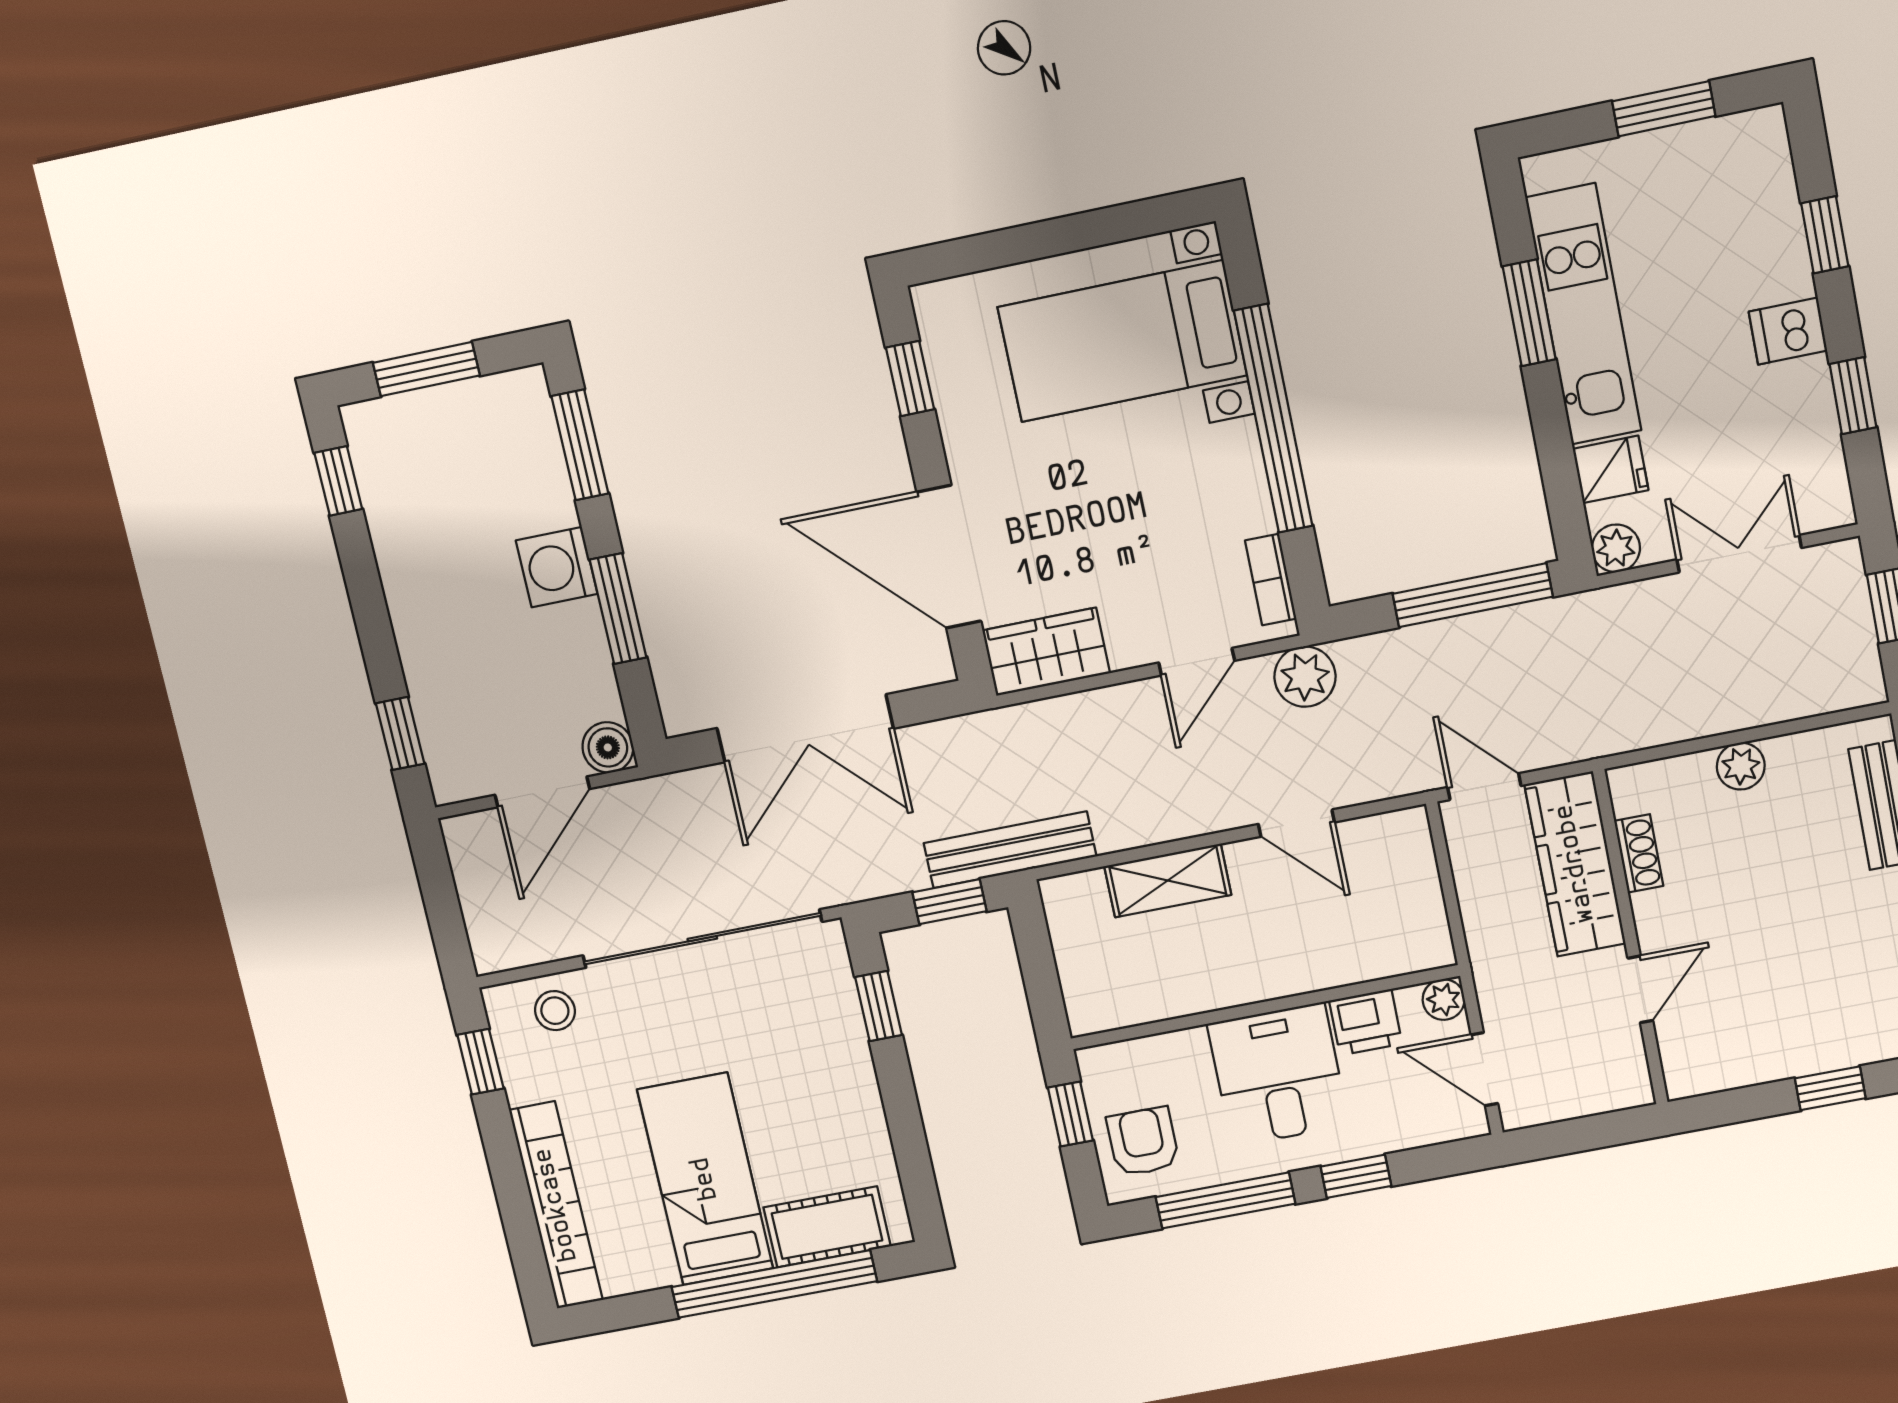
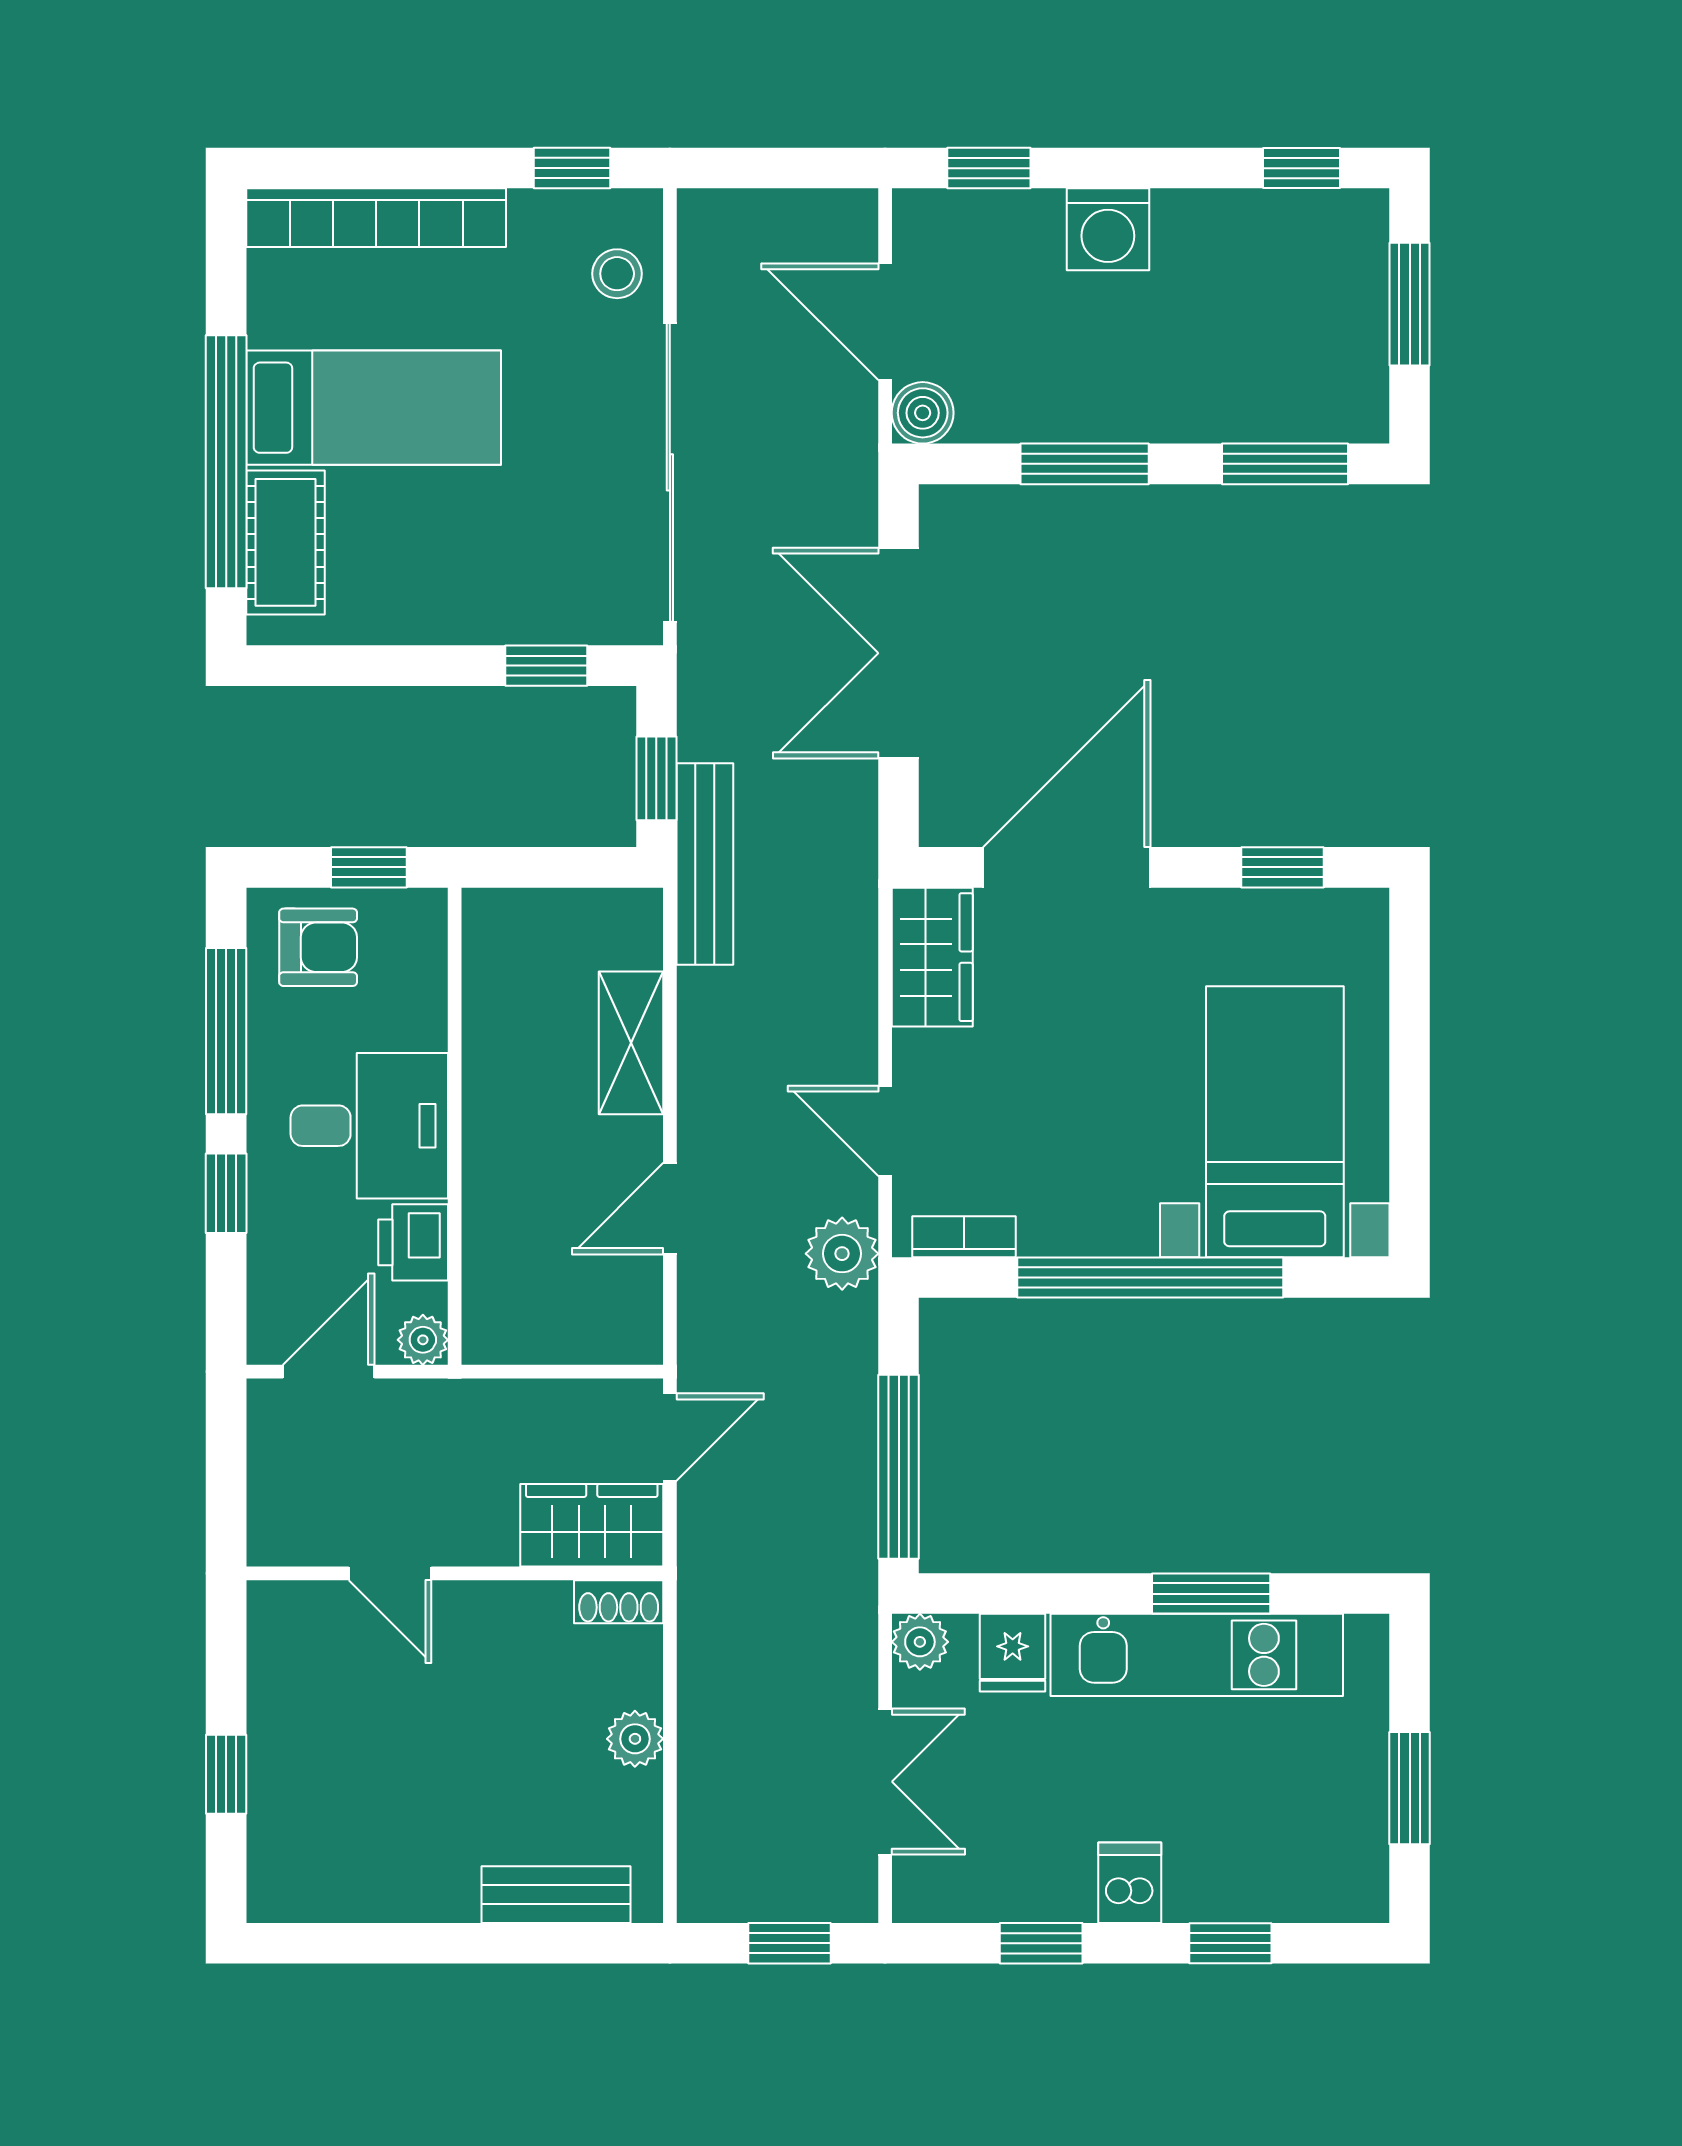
washing machine: (557, 567) -> (1108, 229), moved, turned 180
shoe rack: (1639, 853) -> (619, 1602), moved
wardrobe: (1575, 864) -> (592, 1525), width x0.67

